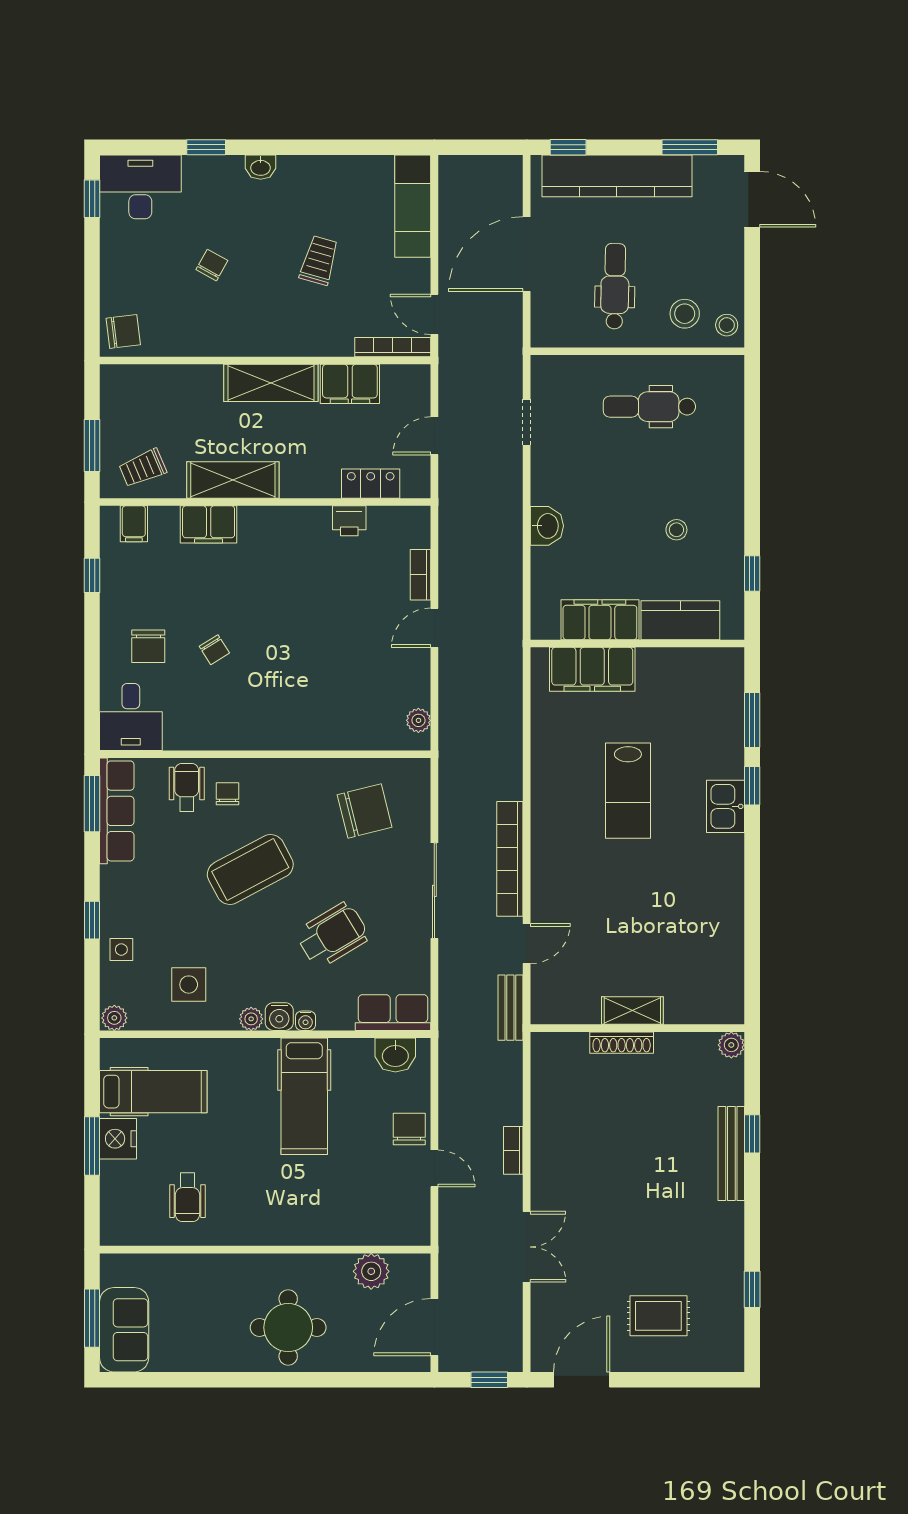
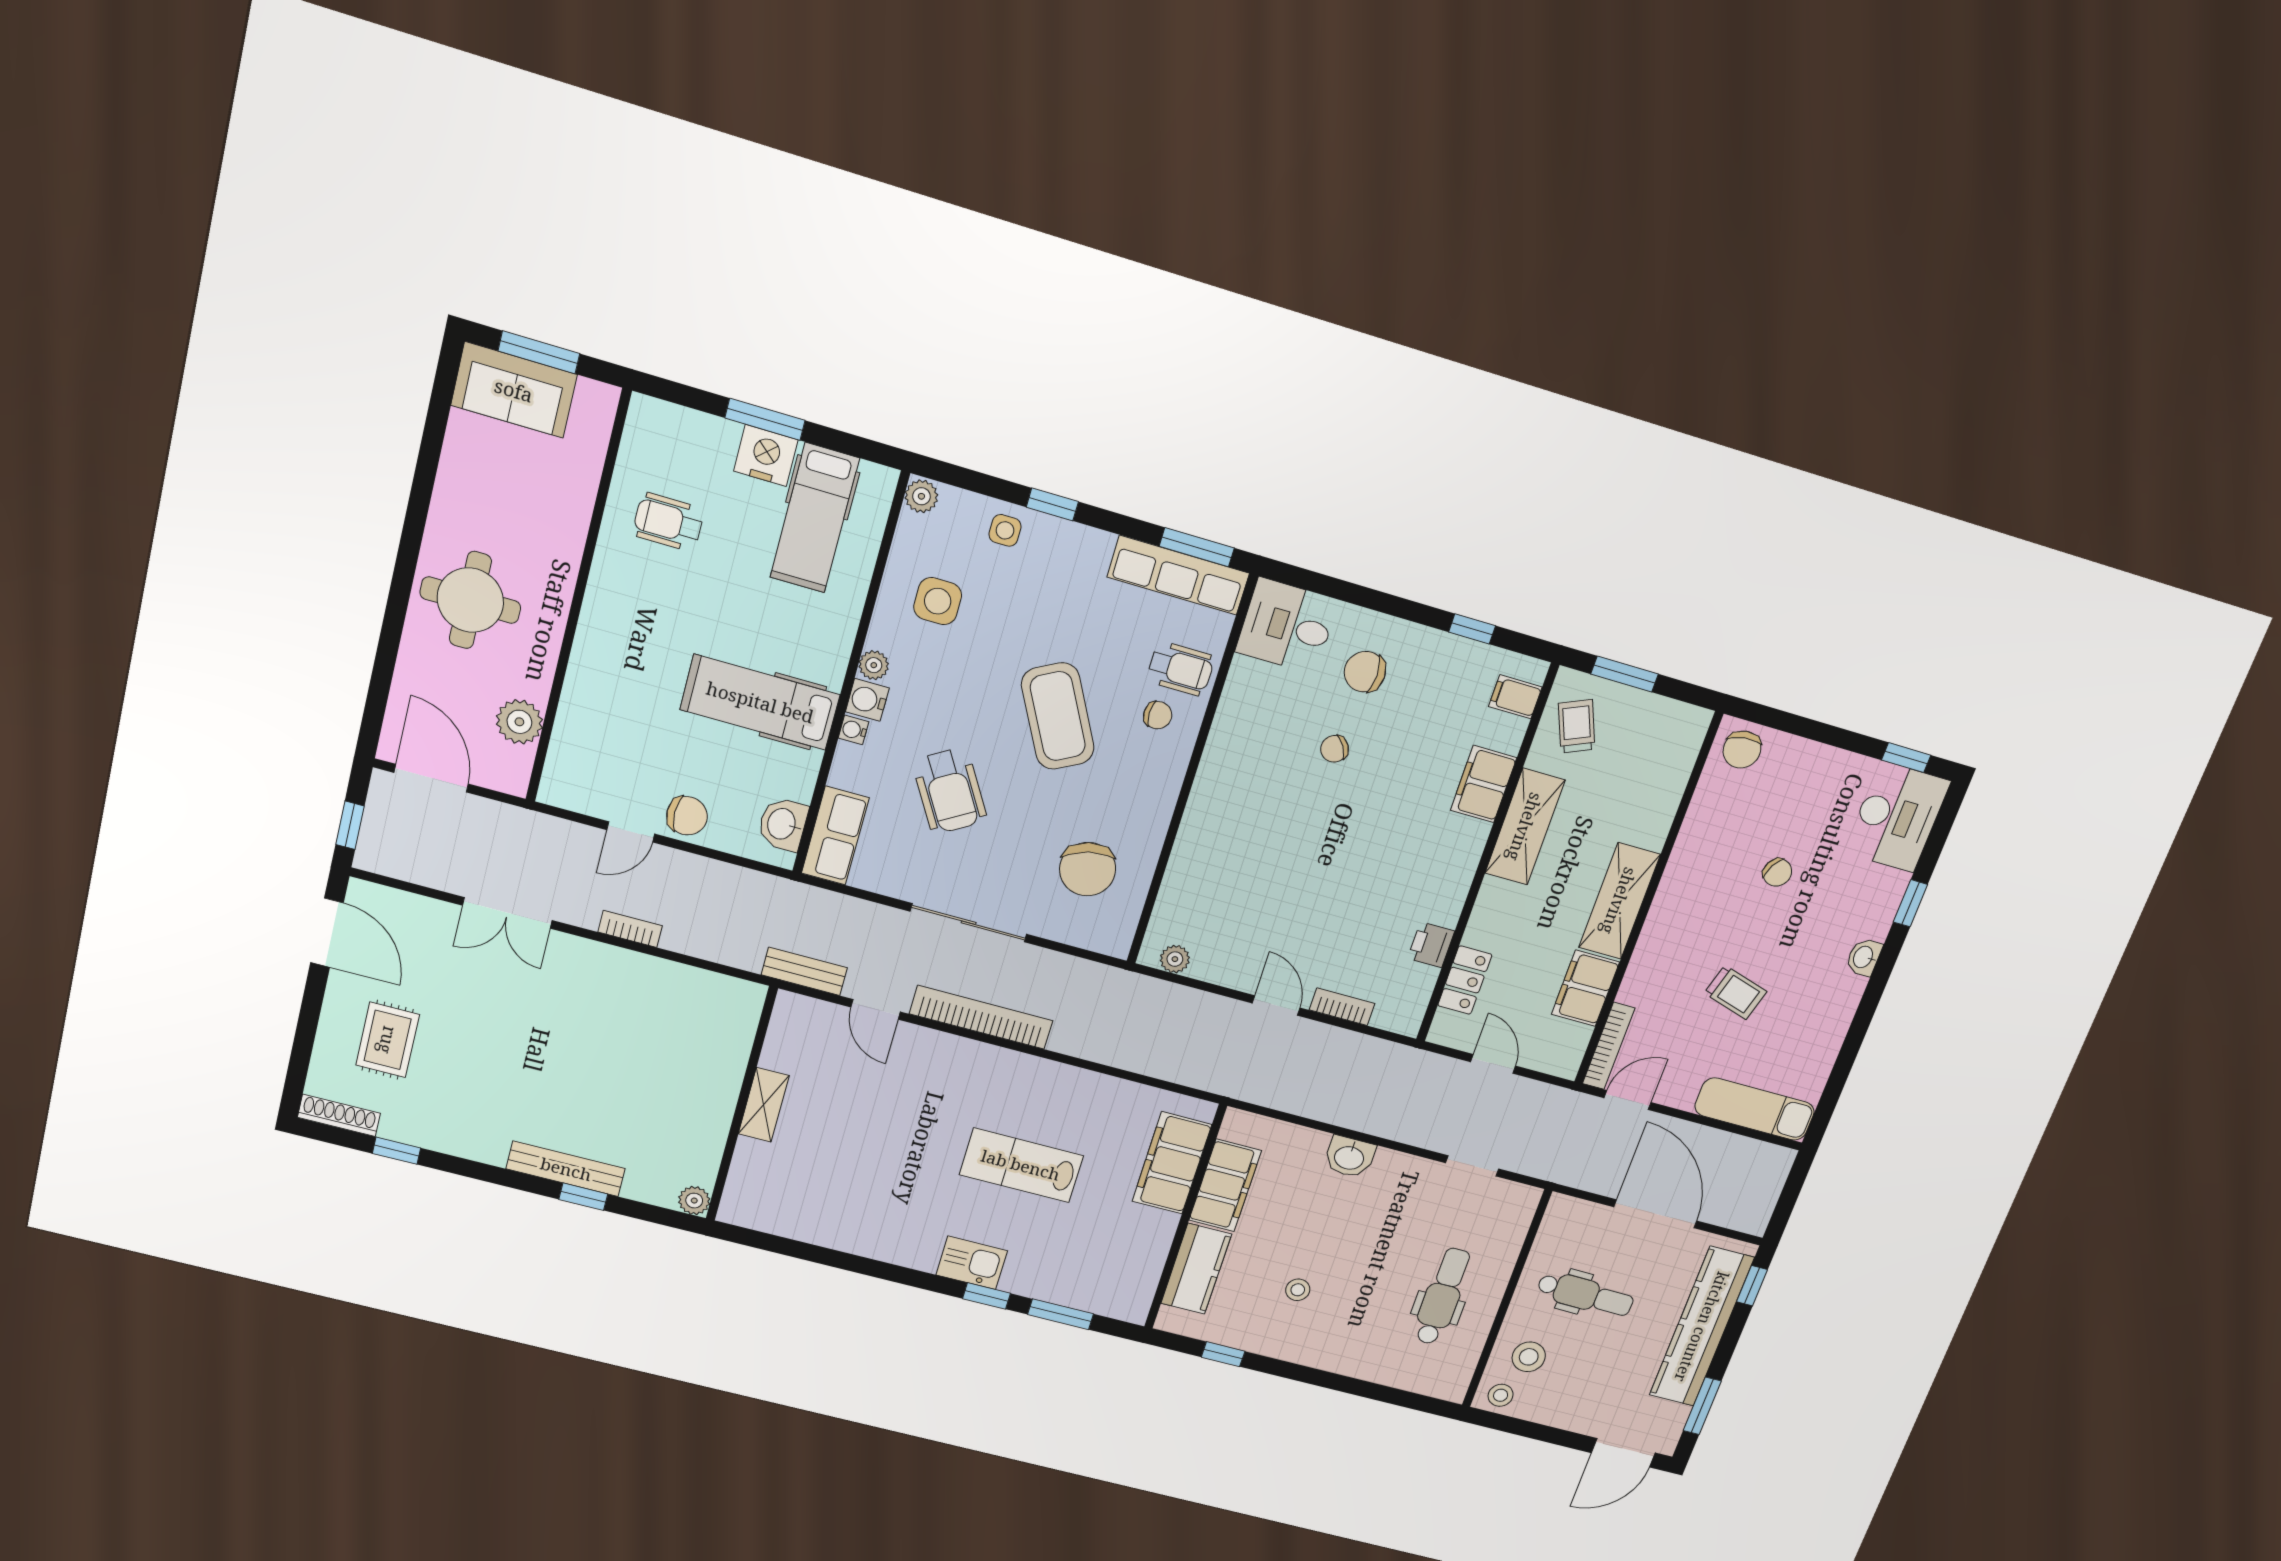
shoe rack: (622, 1043) -> (339, 1115), moved, turned 90

